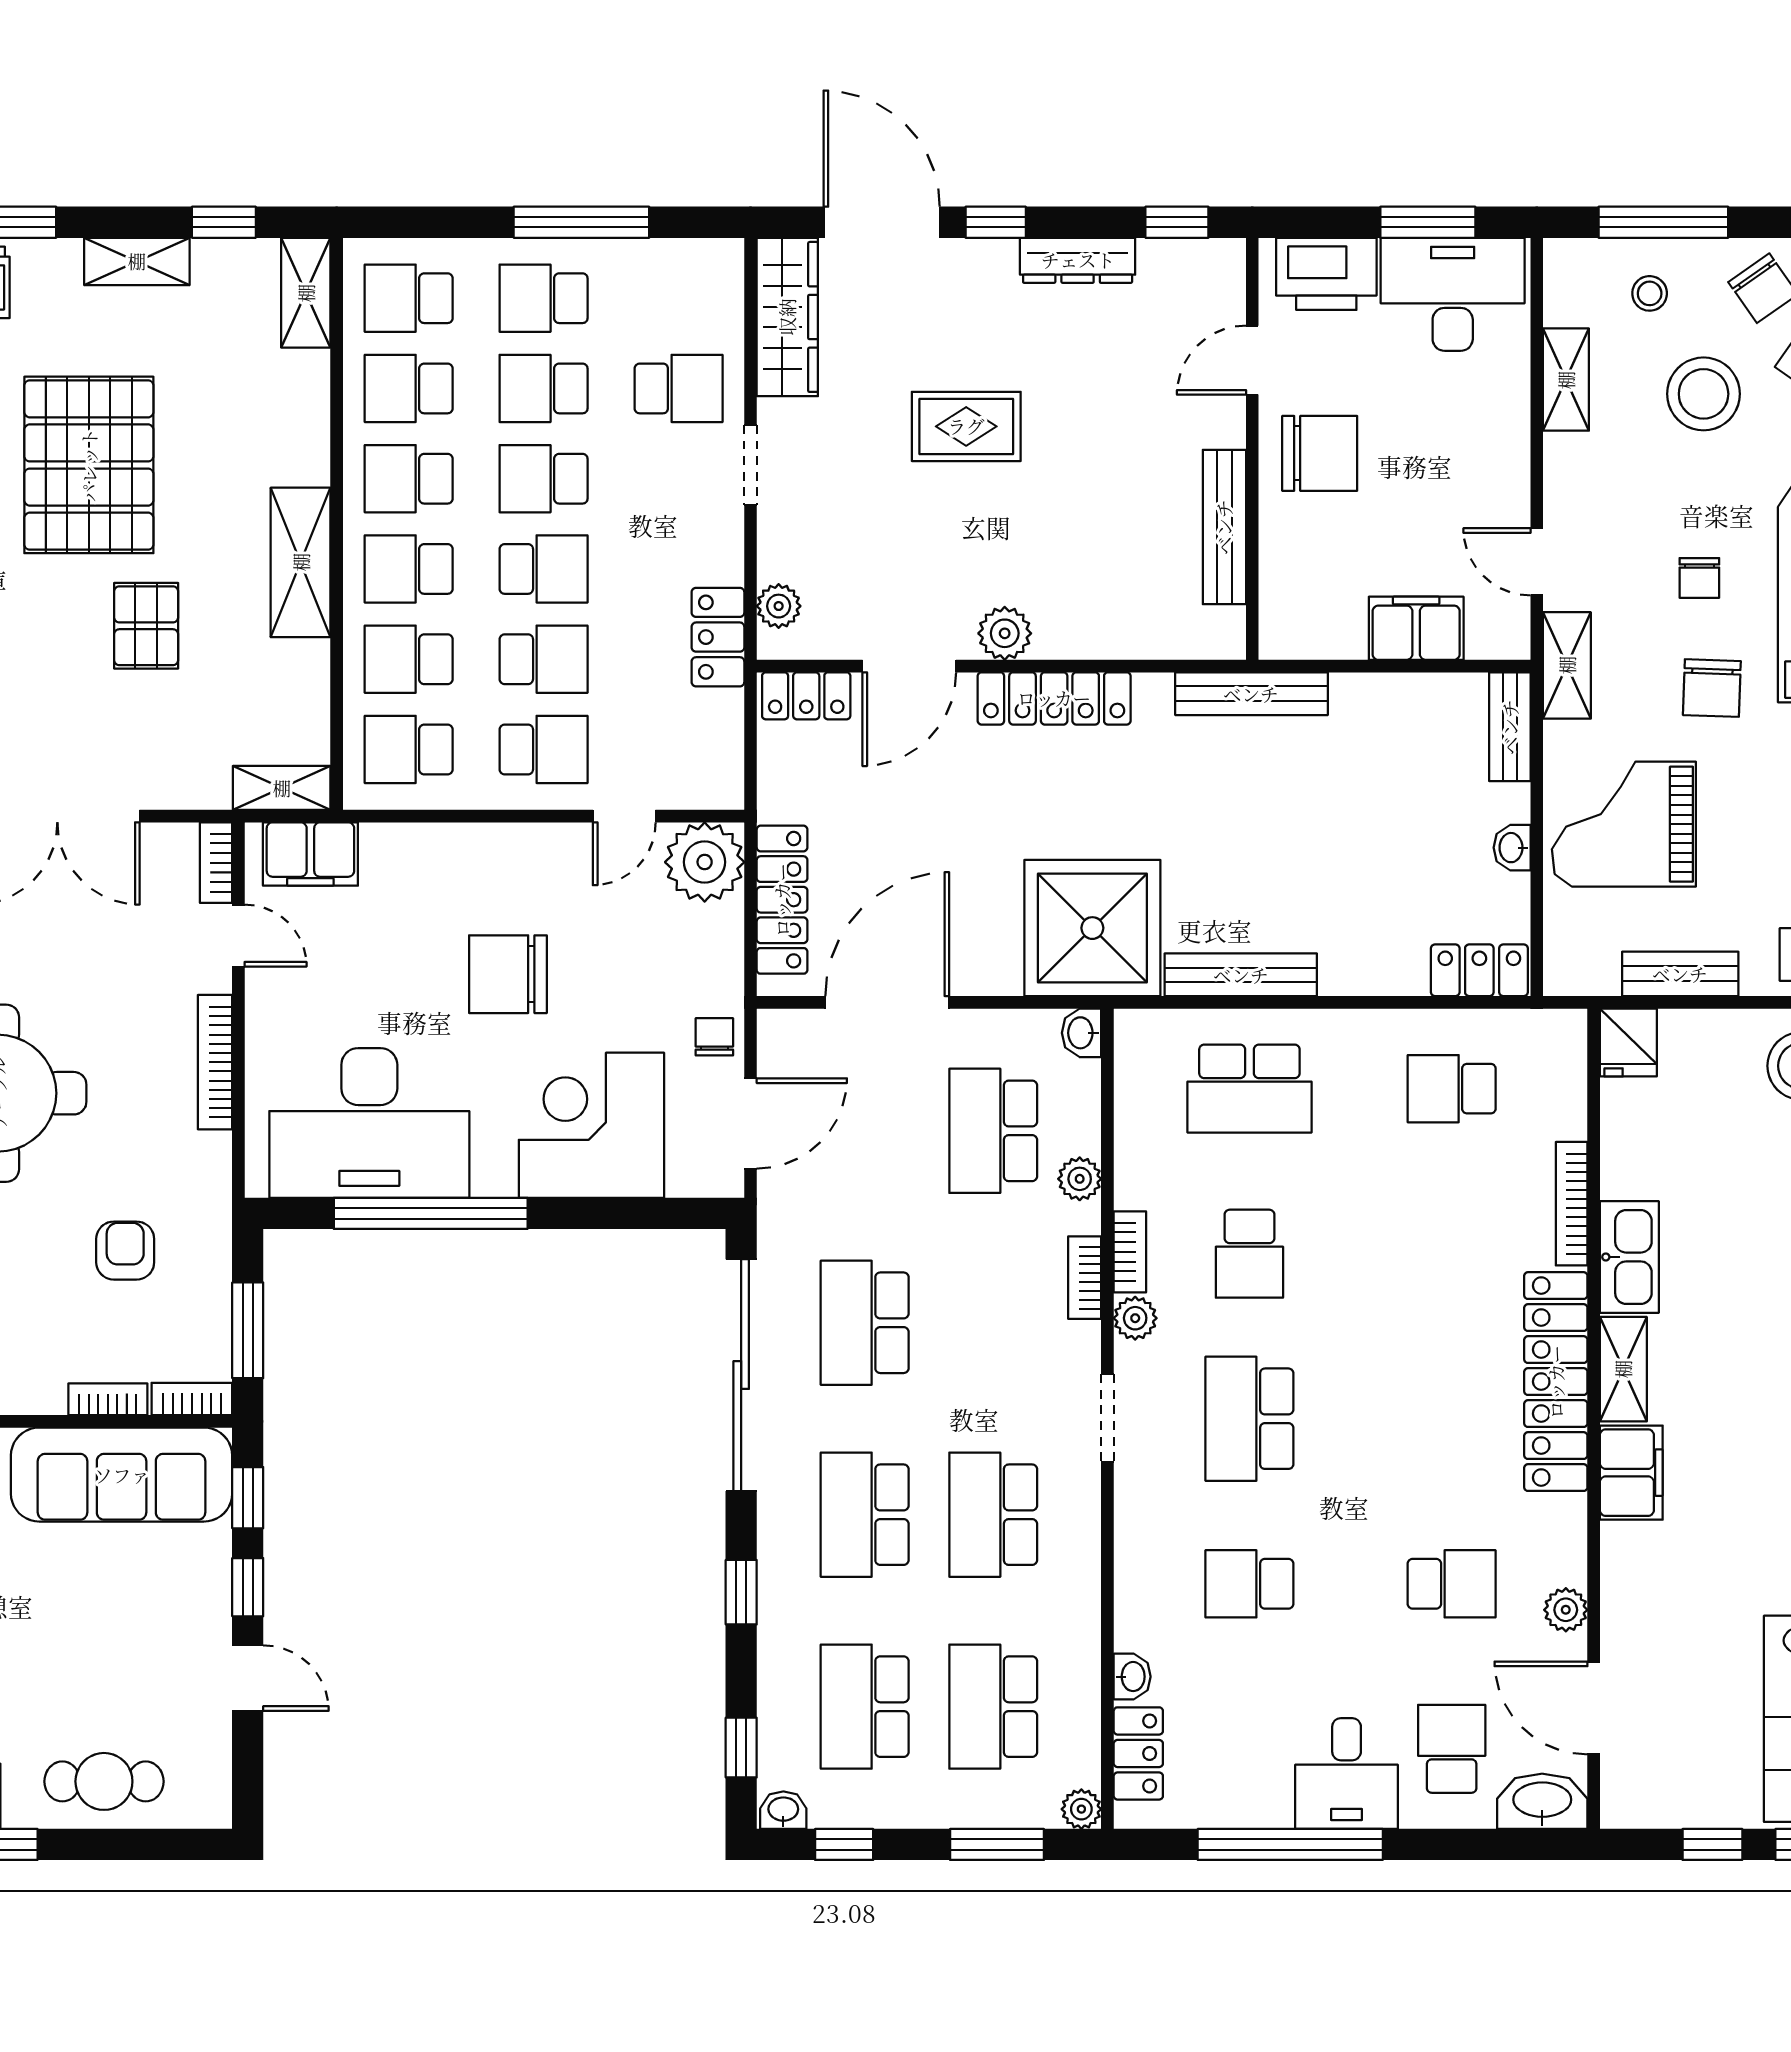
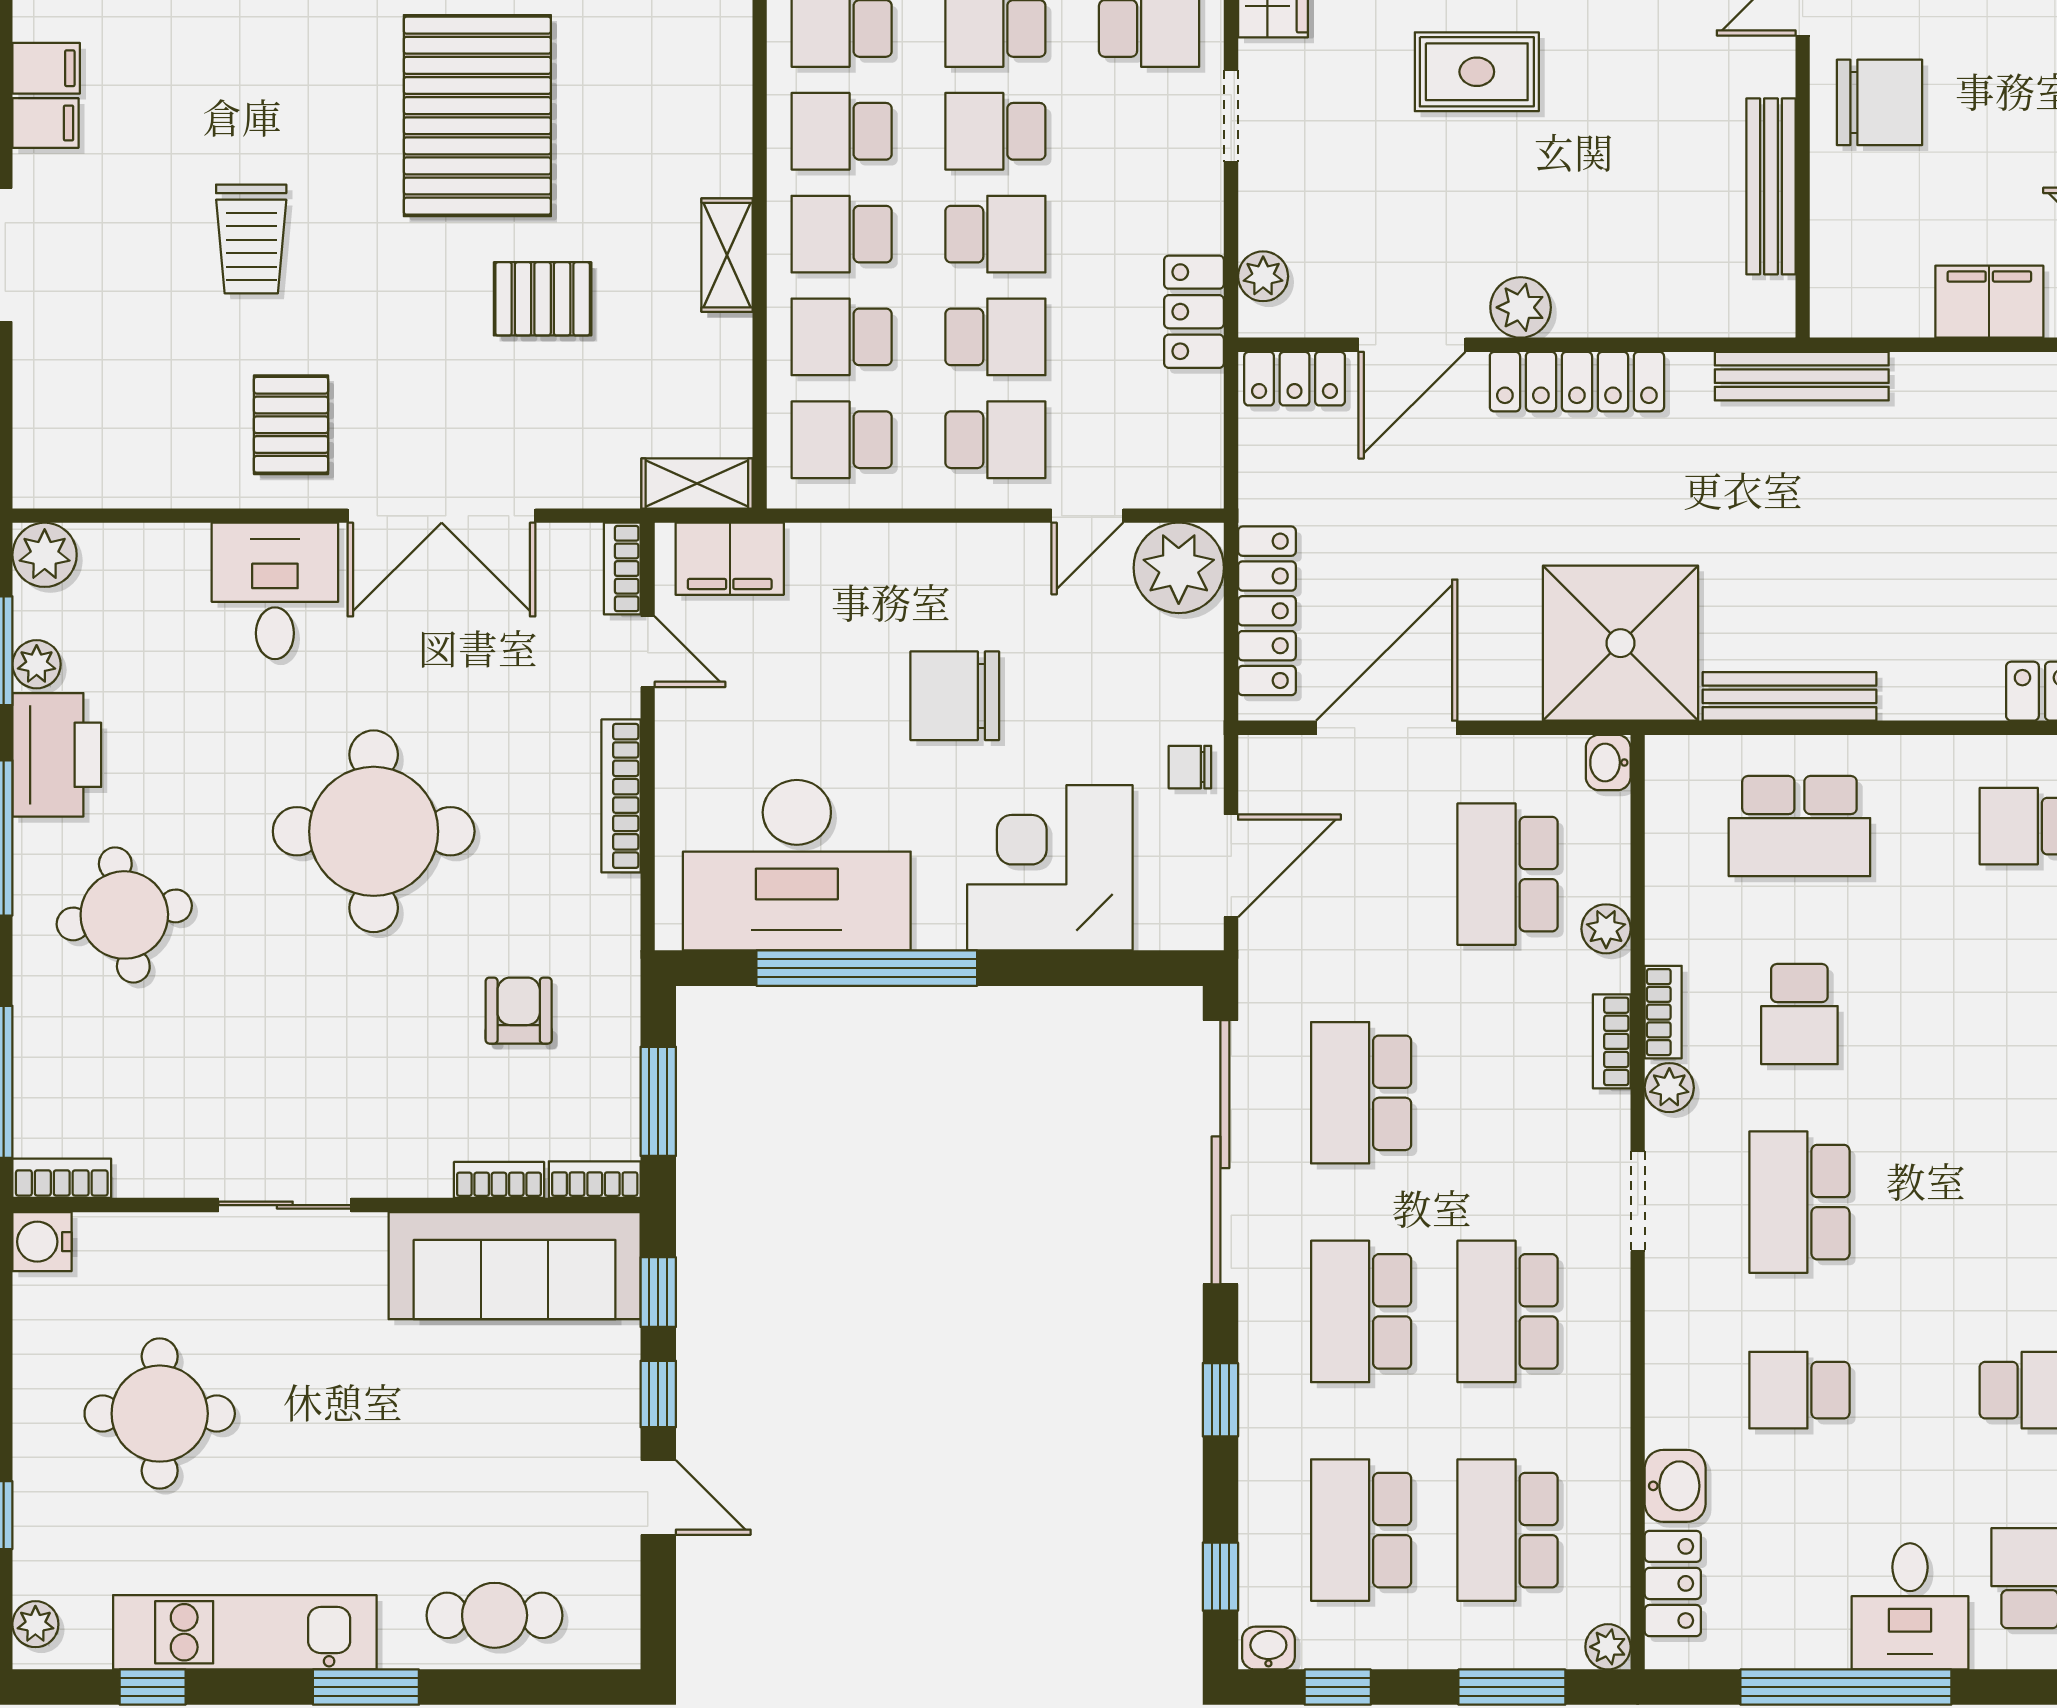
shelving: (301, 562) -> (727, 255), width x0.67, depth x0.75
pallet: (146, 626) -> (543, 299), turned 90
chair: (714, 1037) -> (1190, 767), turned -90
washbasin: (1132, 1677) -> (1675, 1486), width x1.38, depth x1.45

